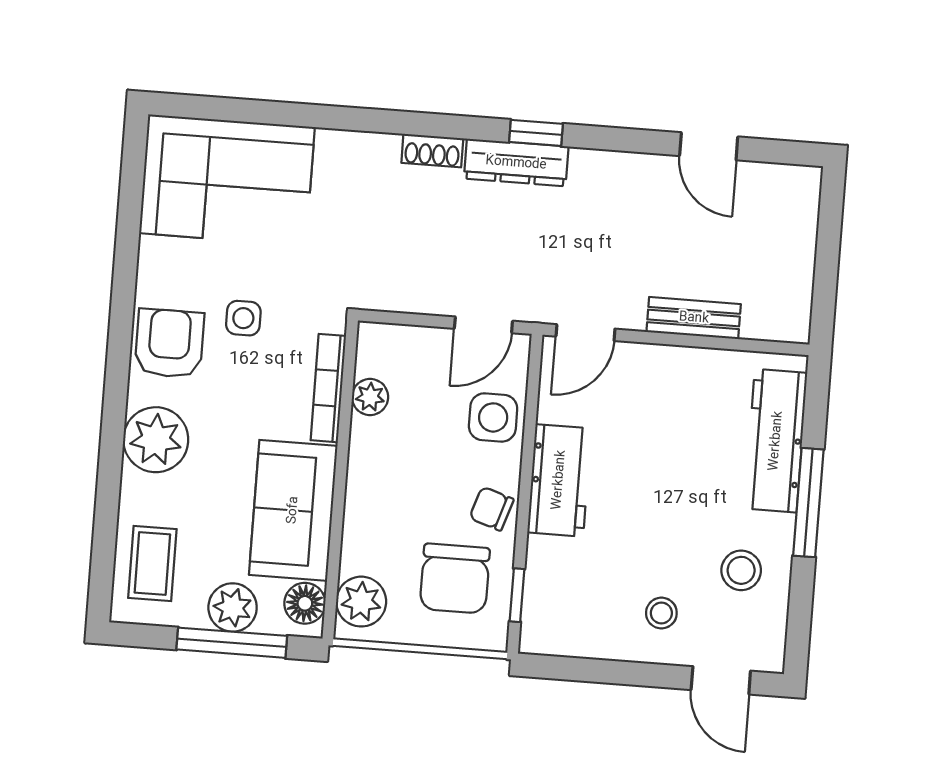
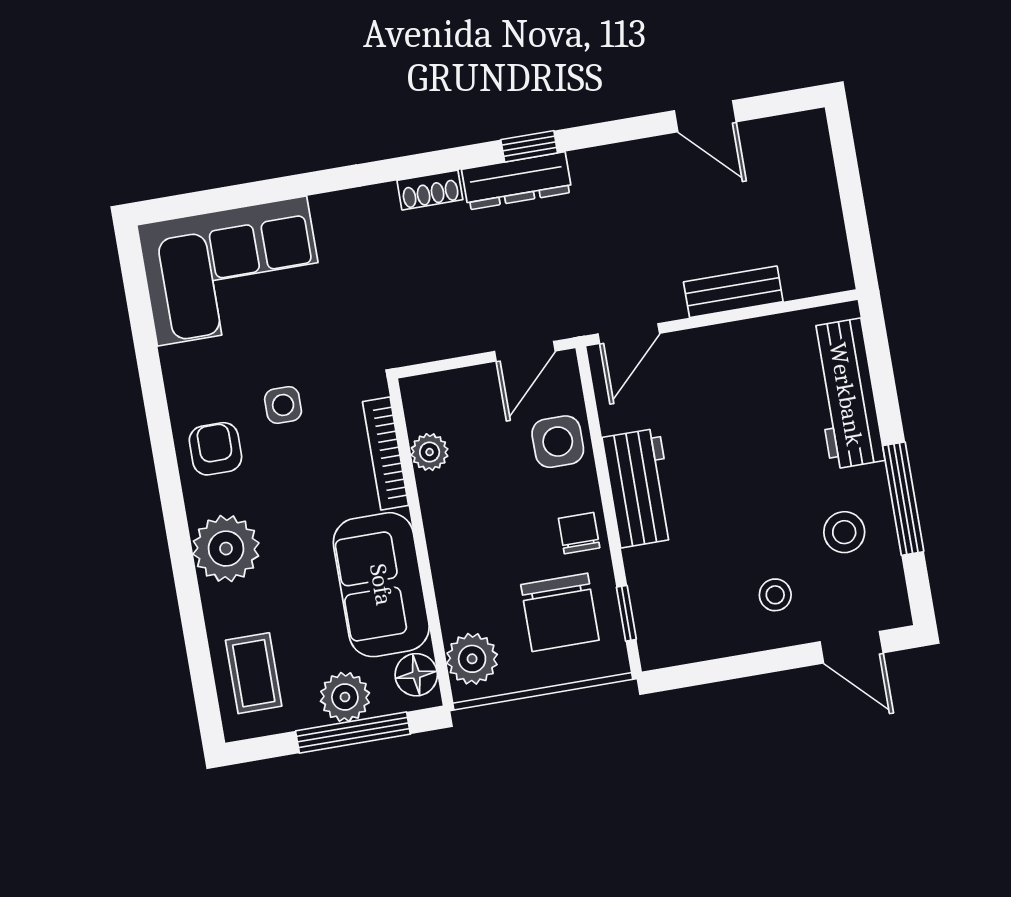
armchair: (169, 343) -> (215, 449), width x0.72, depth x0.72
window: (808, 503) -> (903, 499), moved
chair: (491, 509) -> (579, 533), turned 72

